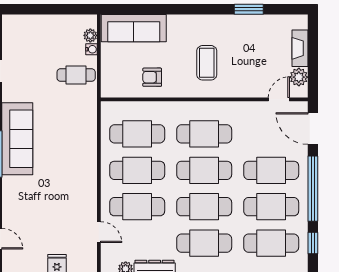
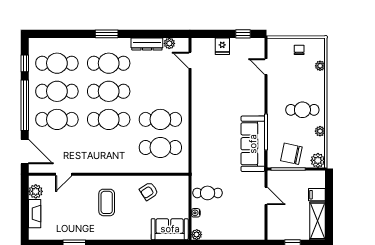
sofa: (134, 28) -> (170, 229), width x0.73
plant: (90, 35) -> (197, 235), moved
armchair: (152, 77) -> (149, 191), turned 147
door: (279, 99) -> (64, 174), moved
cafe table: (204, 134) -> (109, 148), removed
cafe table: (137, 207) -> (160, 91), removed
door: (99, 232) -> (190, 60), moved

